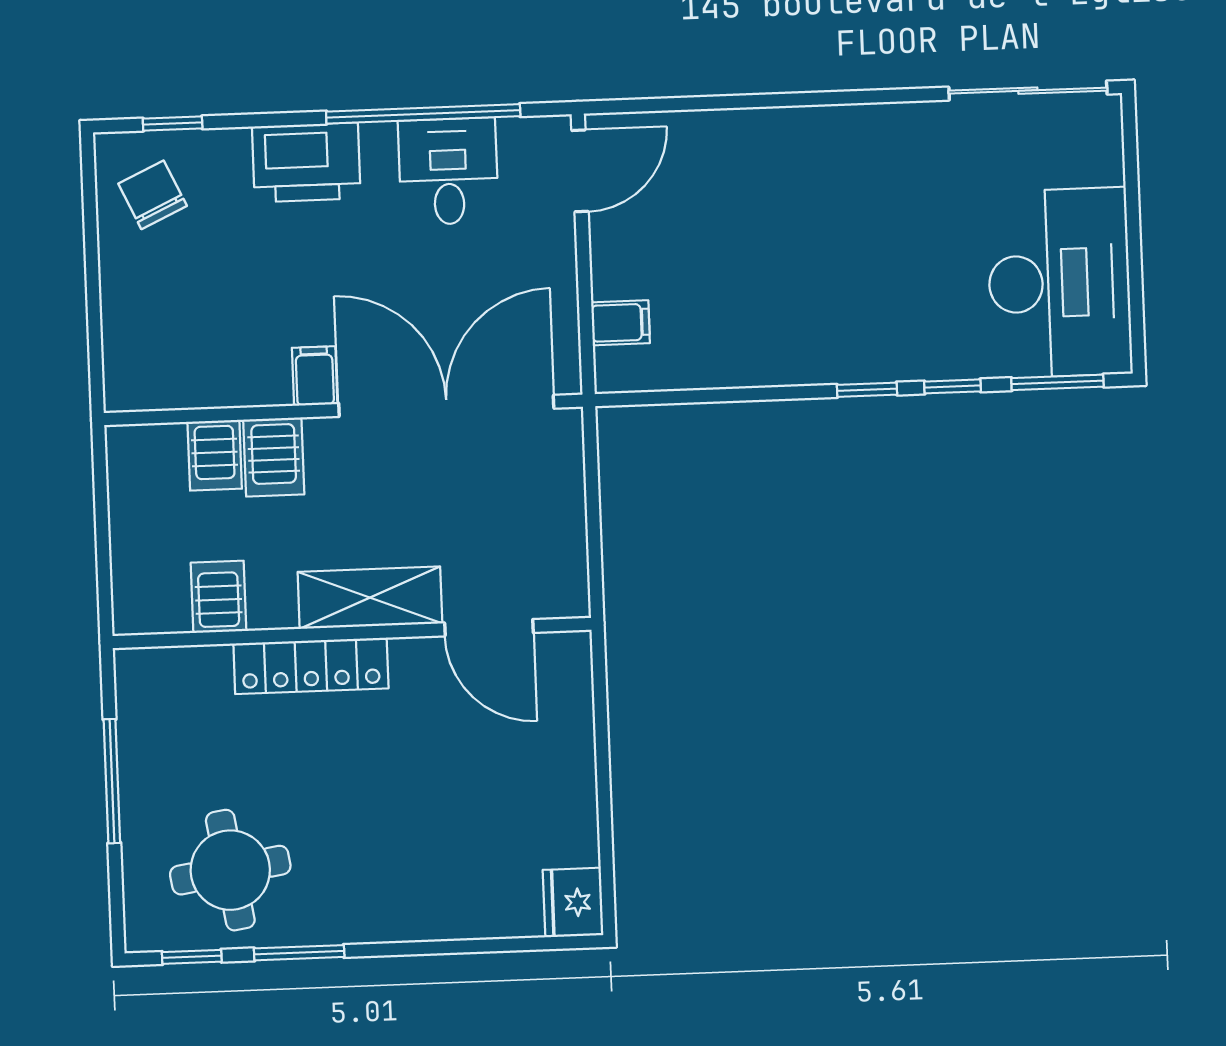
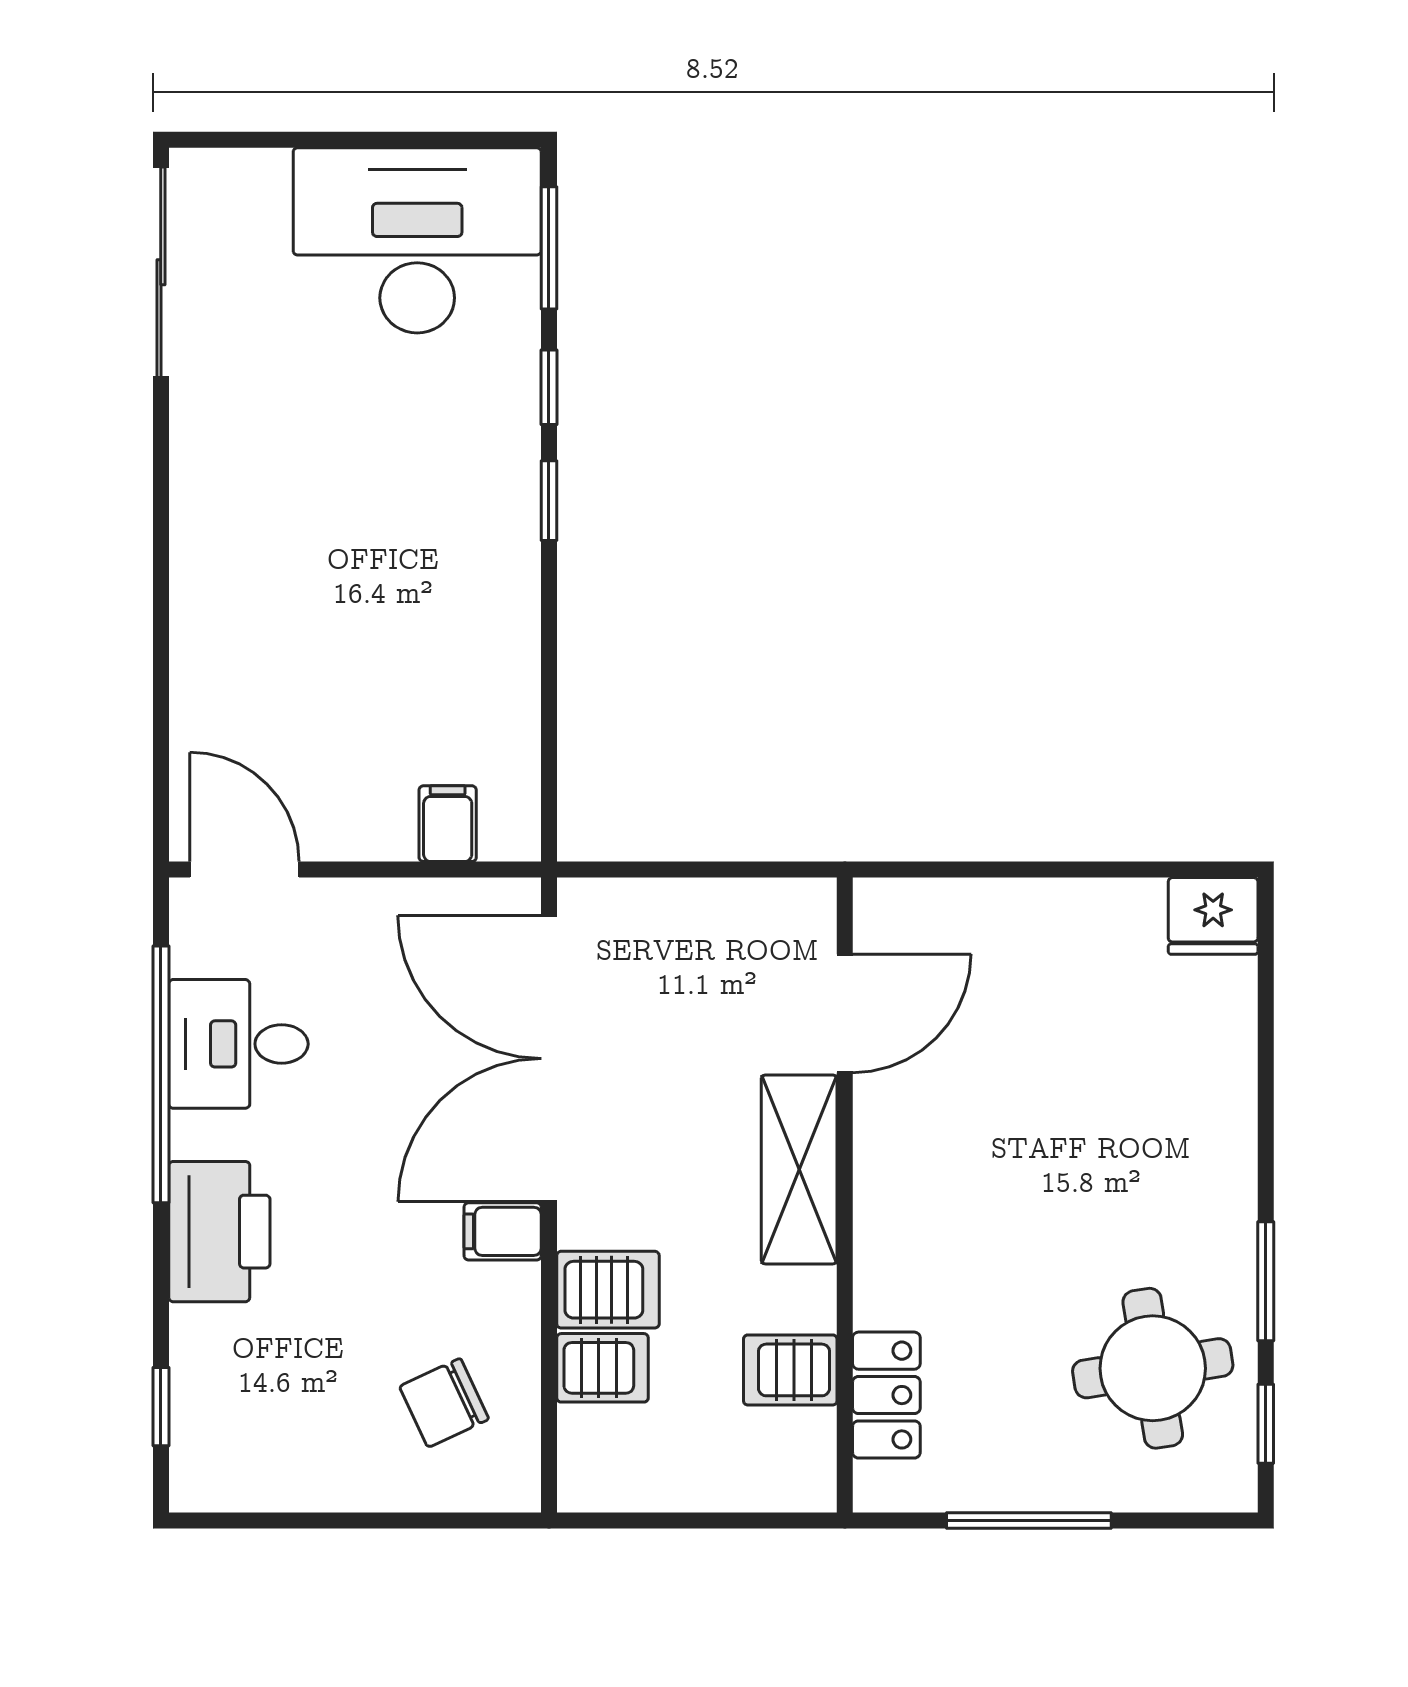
chair: (153, 195) -> (444, 1403), moved
locker: (311, 666) -> (886, 1395), moved, width x0.66

